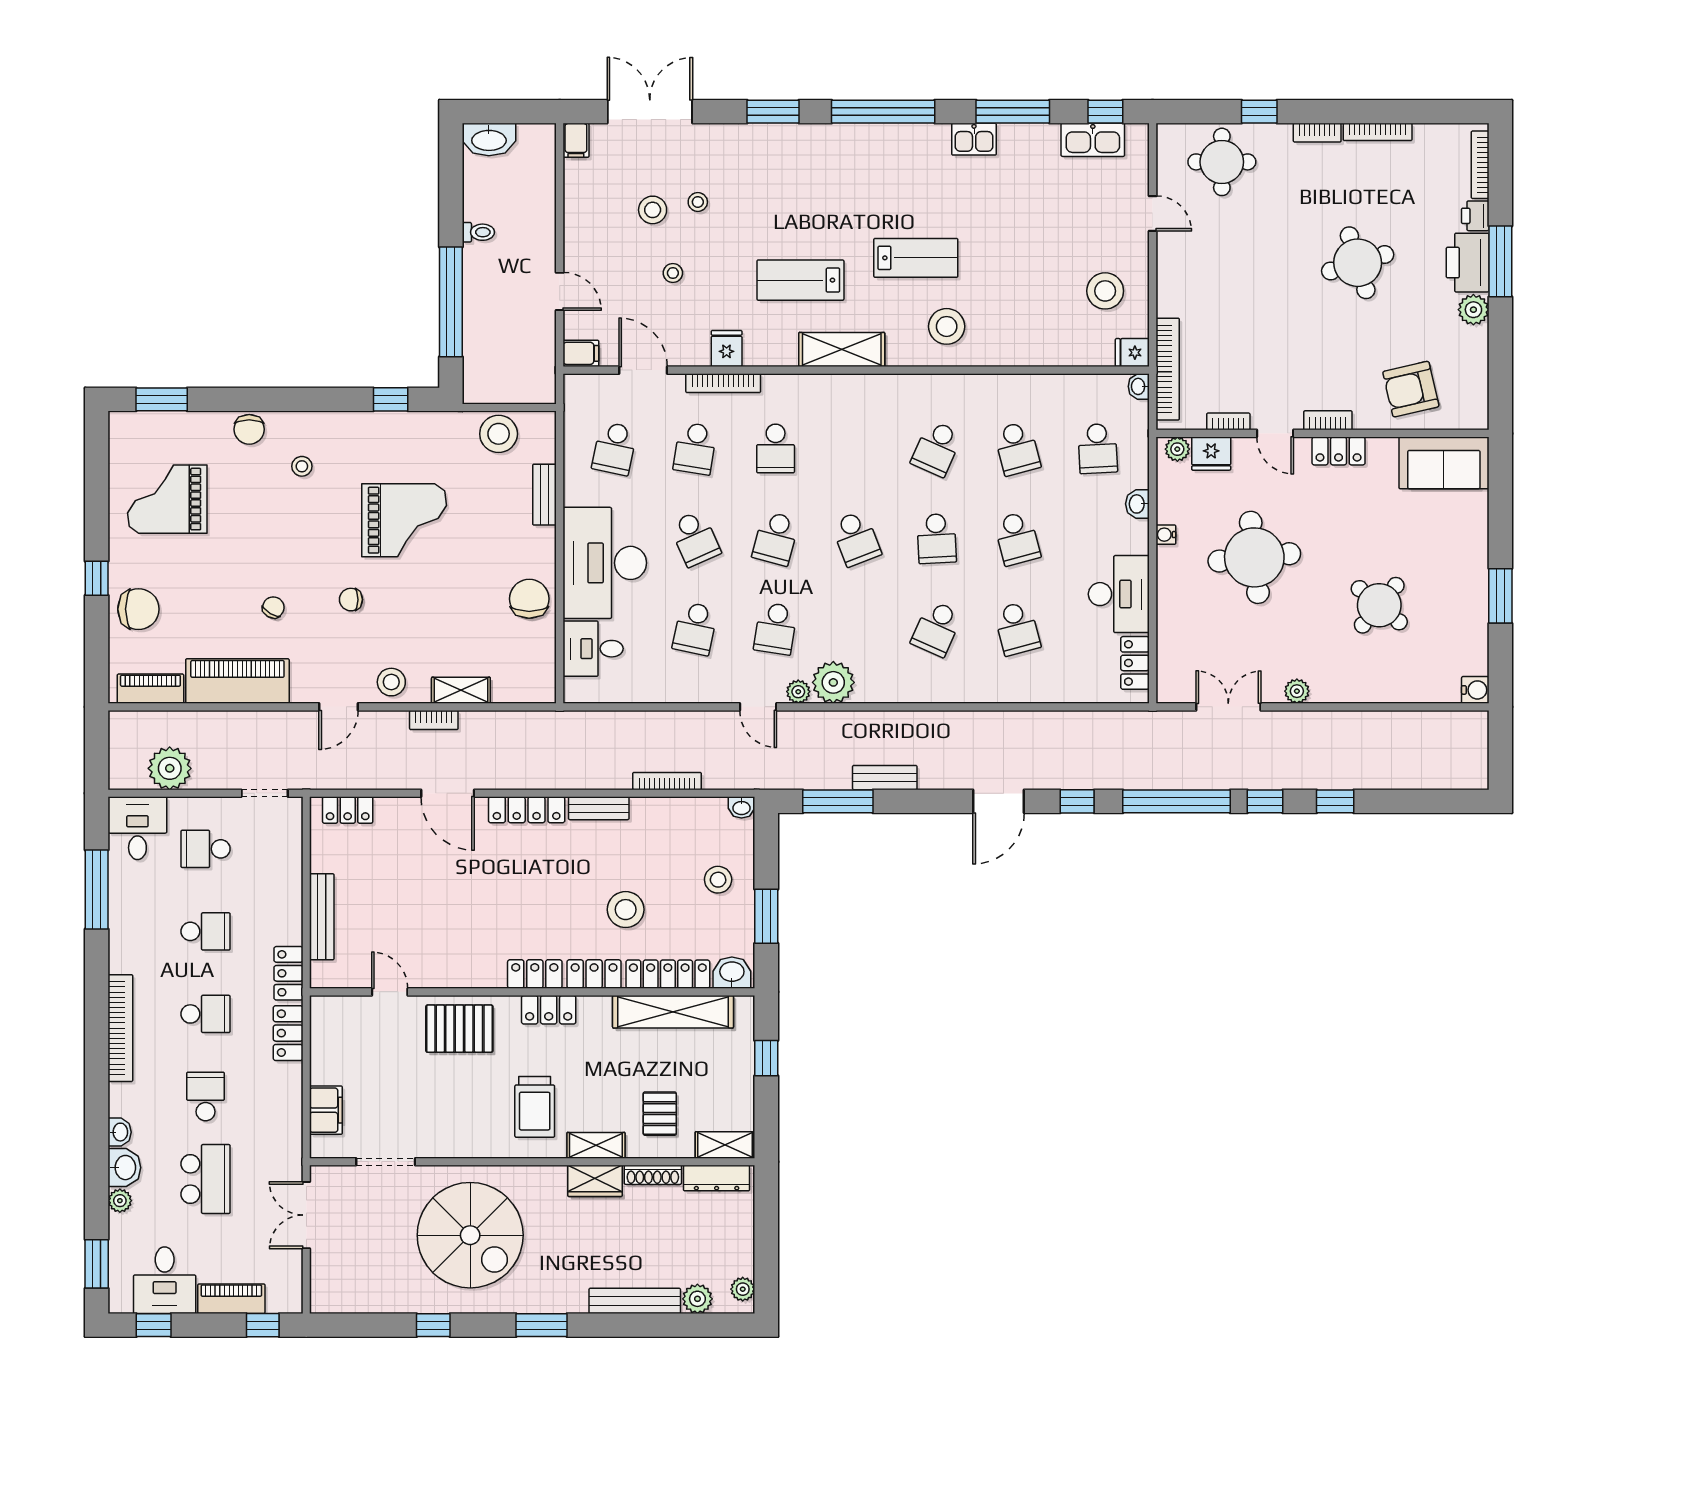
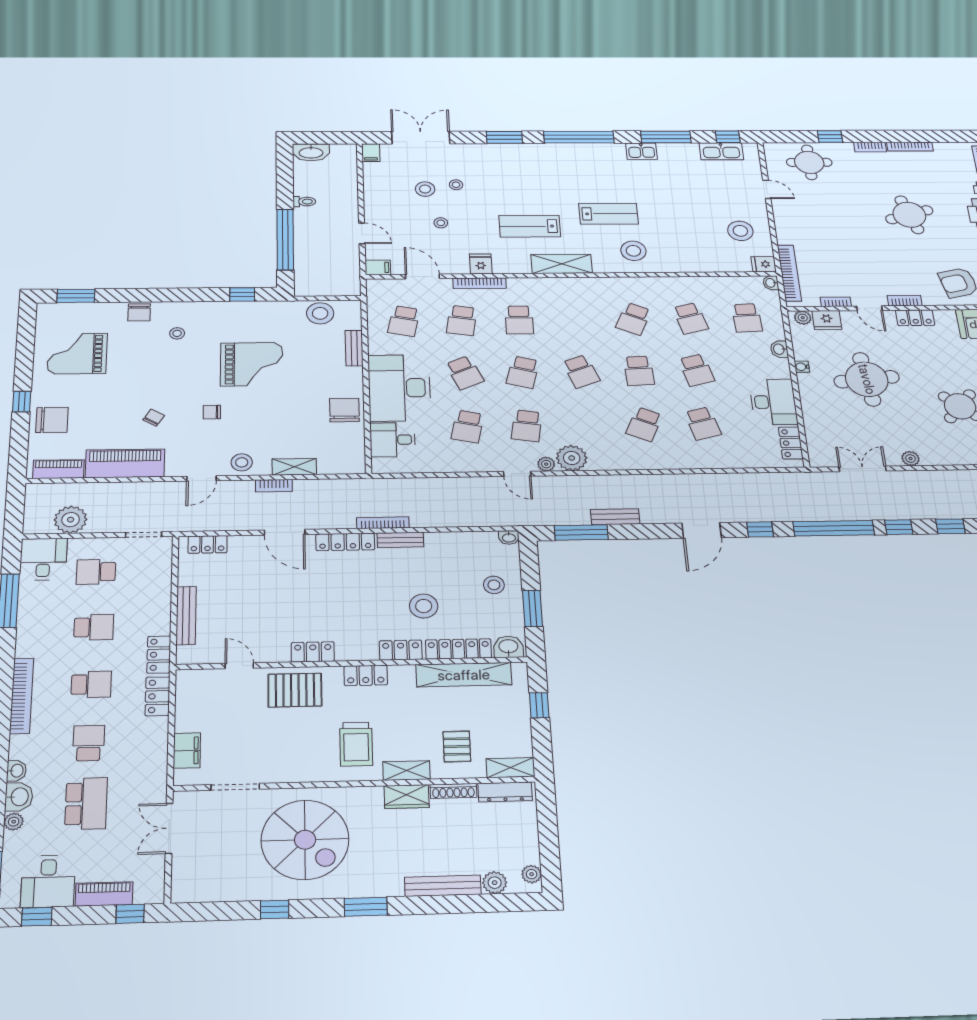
bookcase: (667, 781) -> (383, 523), moved
locker: (535, 974) -> (313, 652), moved

